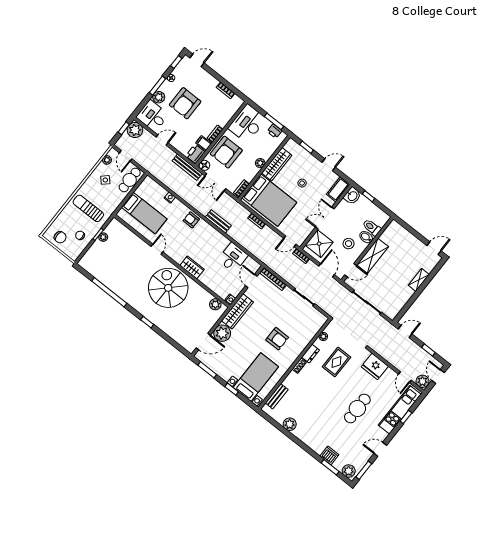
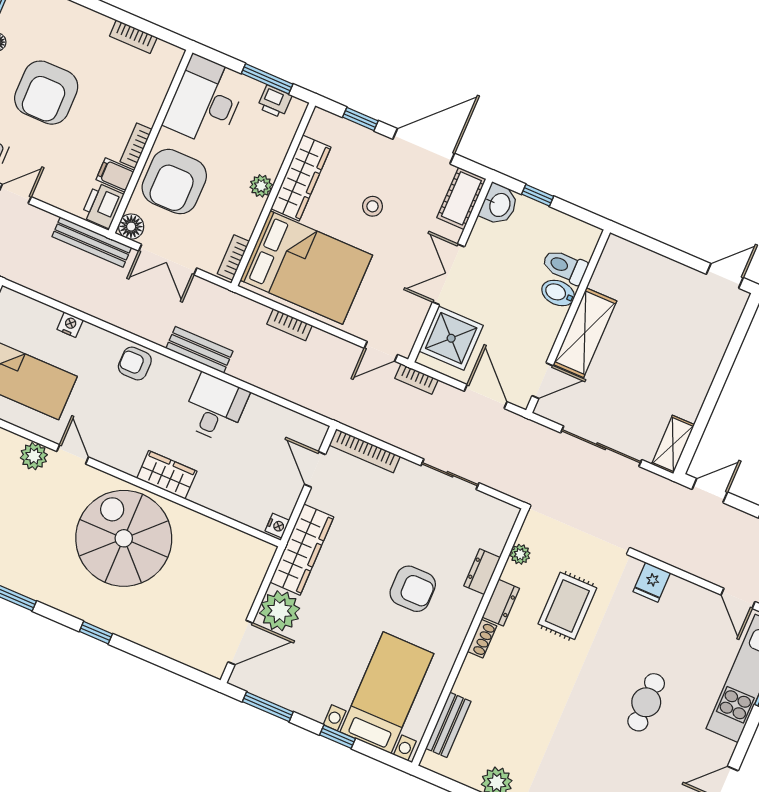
door: (329, 165) -> (424, 146), width x1.87
stool: (349, 244) -> (521, 319), removed
desk: (233, 258) -> (215, 408), moved
shelving: (419, 280) -> (673, 444), moved
plant: (215, 304) -> (34, 456), moved
dresser: (306, 339) -> (482, 572), added
fridge: (375, 366) -> (652, 582), width x0.53, depth x0.75
cafe table: (357, 408) -> (646, 702), width x0.73, depth x0.74

